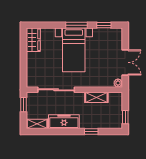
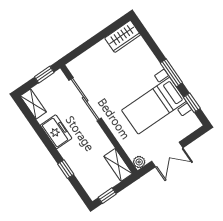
bed with nightstands: (74, 50) -> (154, 106), moved
shelving: (96, 97) -> (118, 165), moved
freezer: (64, 122) -> (56, 132), width x0.71

